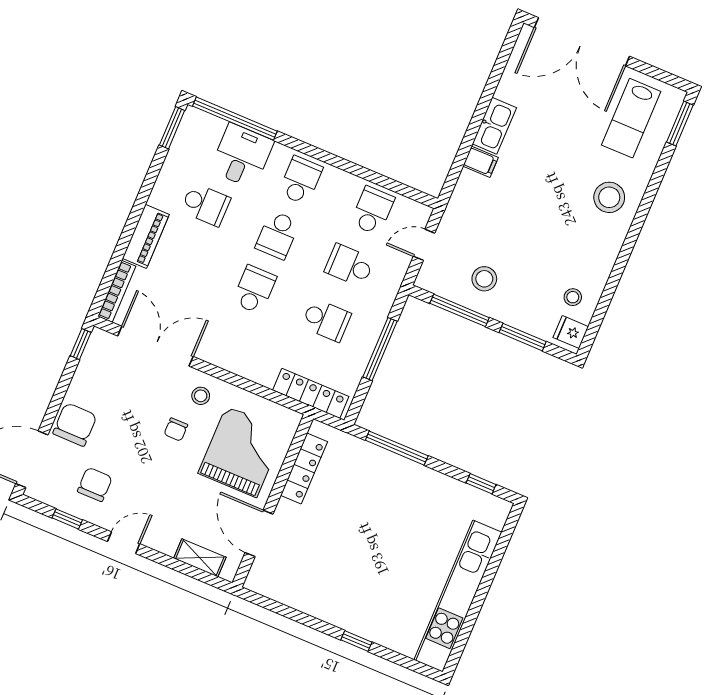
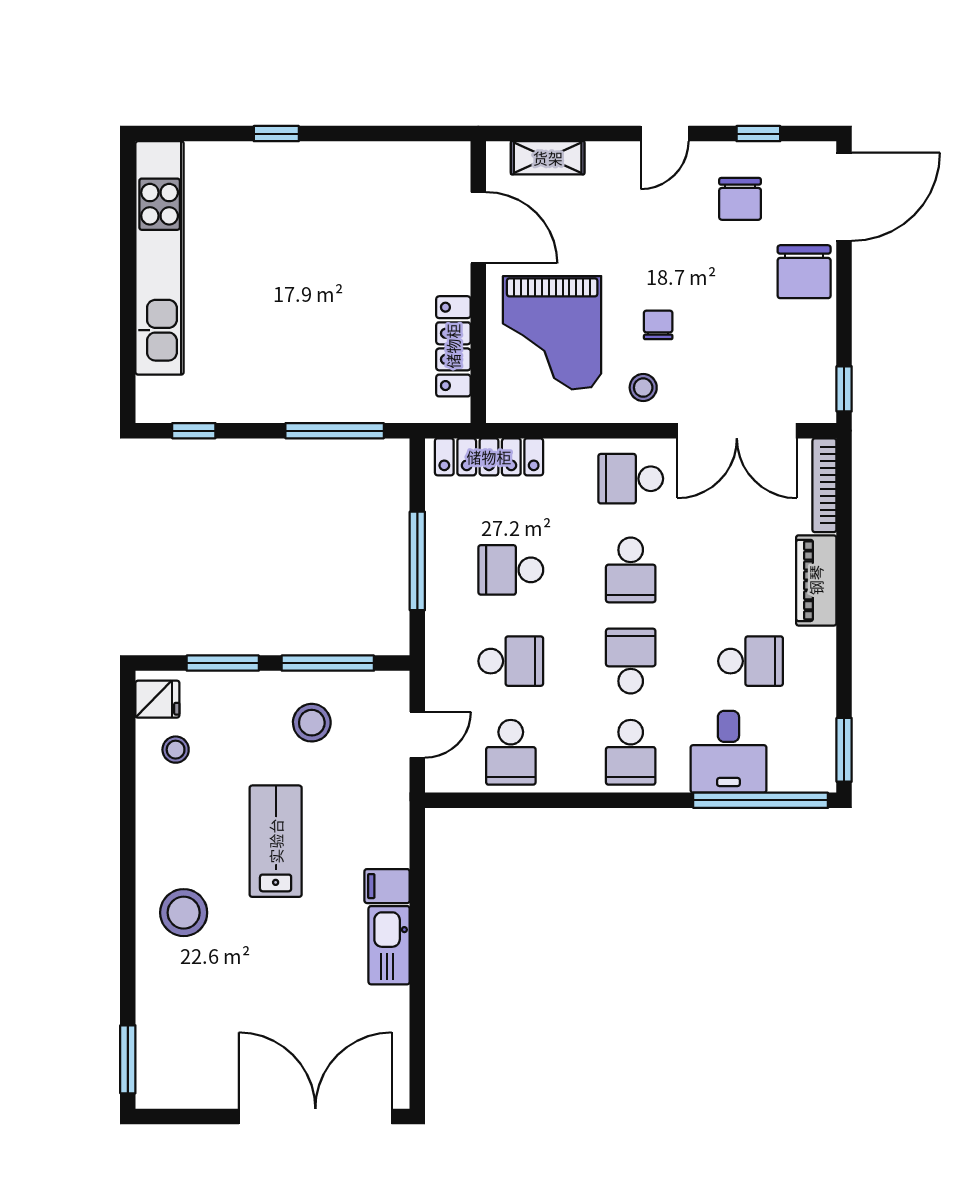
lab bench: (631, 118) -> (276, 841), moved
school desk: (206, 205) -> (751, 661), turned 180
school desk: (231, 344) -> (631, 479), added

